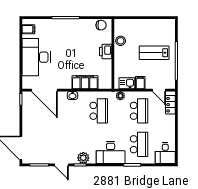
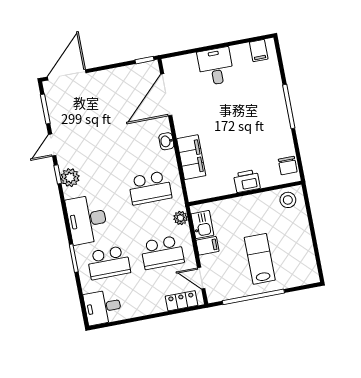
stool: (121, 41) -> (288, 200), moved
desk: (36, 57) -> (216, 66), width x0.53, depth x0.77
door: (159, 90) -> (201, 278), hinge flipped

